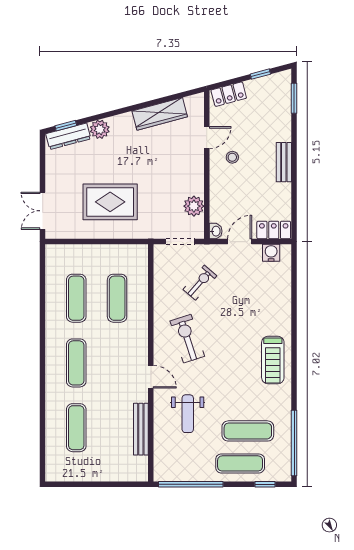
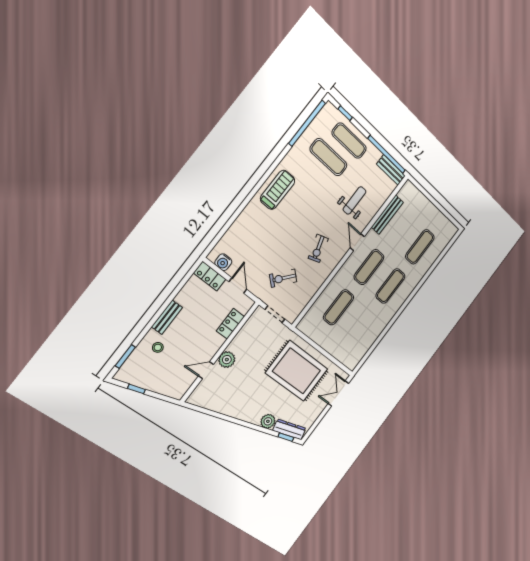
locker: (229, 94) -> (230, 324), moved, turned -75
wardrobe: (160, 114) -> (224, 406), removed
stool: (232, 157) -> (158, 347), moved
rug: (110, 202) -> (297, 371), width x1.37, depth x1.44
plant: (194, 206) -> (227, 360), moved
double door: (43, 211) -> (338, 393), swing flipped
washbasin: (216, 231) -> (248, 304), removed
door: (240, 242) -> (238, 286), swing flipped
exercise mat: (76, 298) -> (369, 267), moved
exercise bike: (187, 339) -> (318, 248), width x0.73, depth x0.72
bench: (174, 474) -> (391, 170), added

